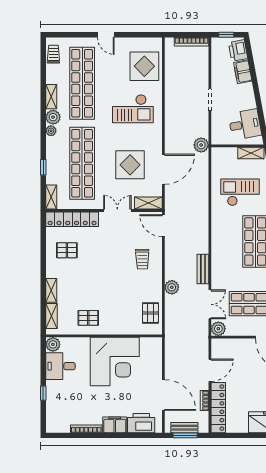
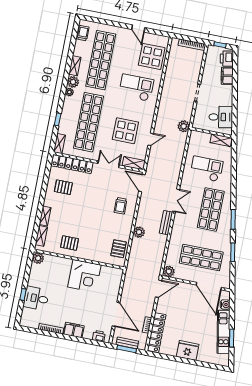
door: (106, 35) -> (138, 28), moved
checkout: (133, 109) -> (136, 88), turned 180
door: (163, 169) -> (151, 139), width x0.53
double door: (210, 304) -> (176, 200), moved
corner desk: (115, 362) -> (84, 276), width x0.74, depth x0.74
desk: (60, 366) -> (36, 298), moved
door: (210, 370) -> (159, 289), moved
printer: (141, 423) -> (99, 336), width x0.53, depth x0.68

